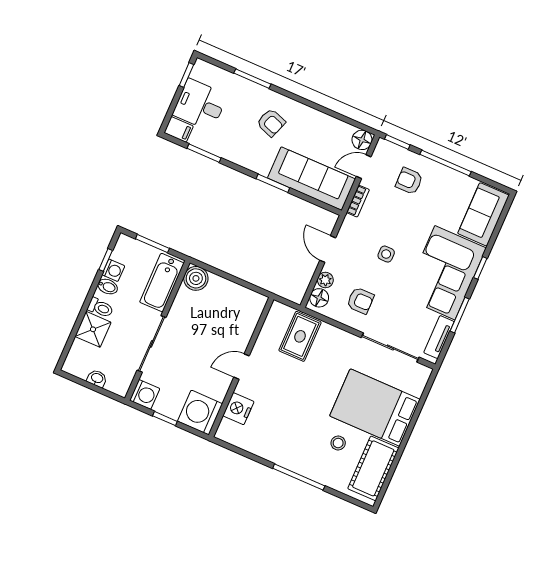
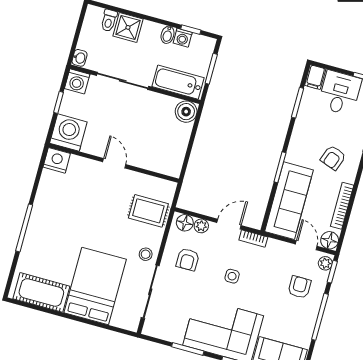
bookcase: (326, 120) -> (342, 206), added
plant: (387, 148) -> (325, 263), added
bookcase: (358, 201) -> (253, 239), moved
toilet: (100, 308) -> (109, 20), moved
tv unit: (439, 337) -> (166, 333), removed
washbasin: (97, 378) -> (80, 58), moved
nightstand: (238, 409) -> (57, 160), moved
stool: (338, 443) -> (146, 254), moved

